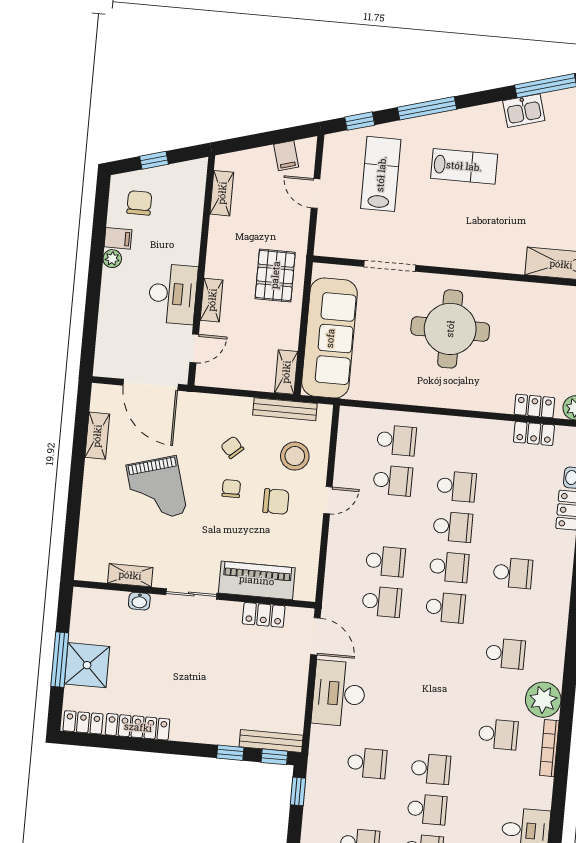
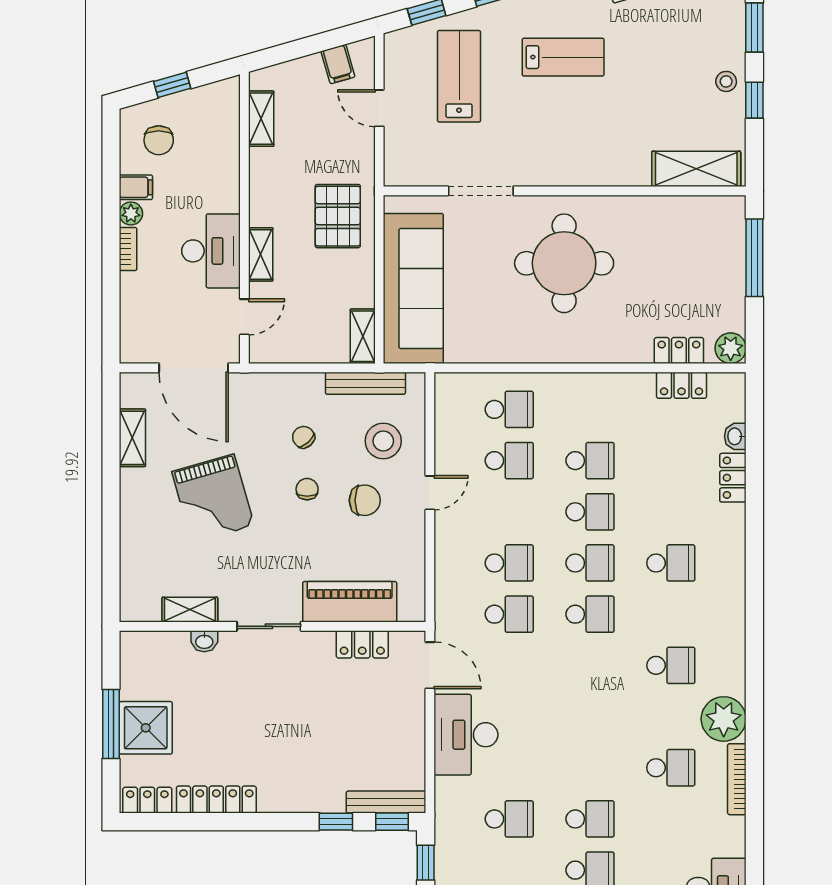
chair: (139, 203) -> (159, 140), turned 180
bookcase: (107, 286) -> (128, 249), added

